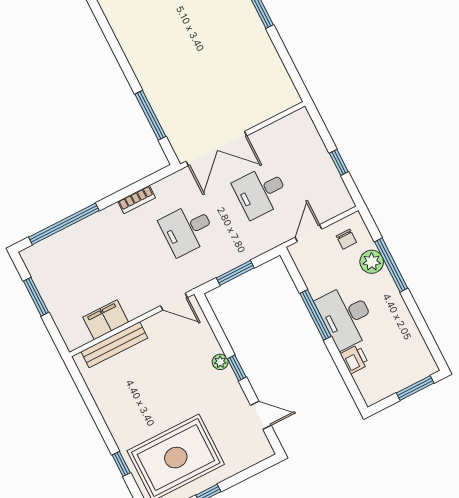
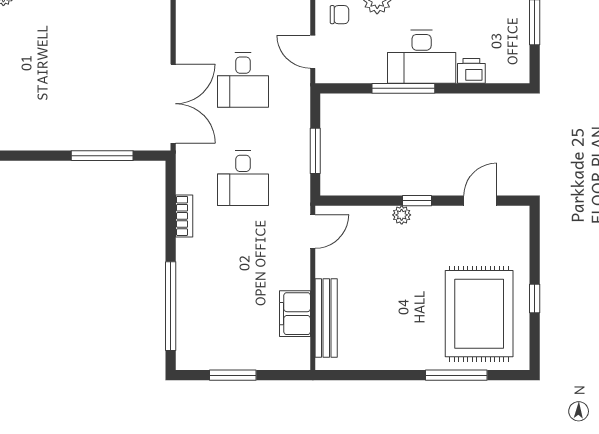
window: (121, 464) -> (456, 375), width x2.17

